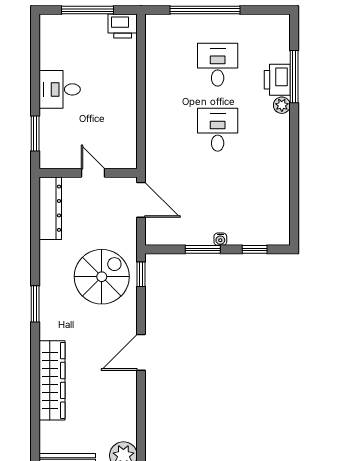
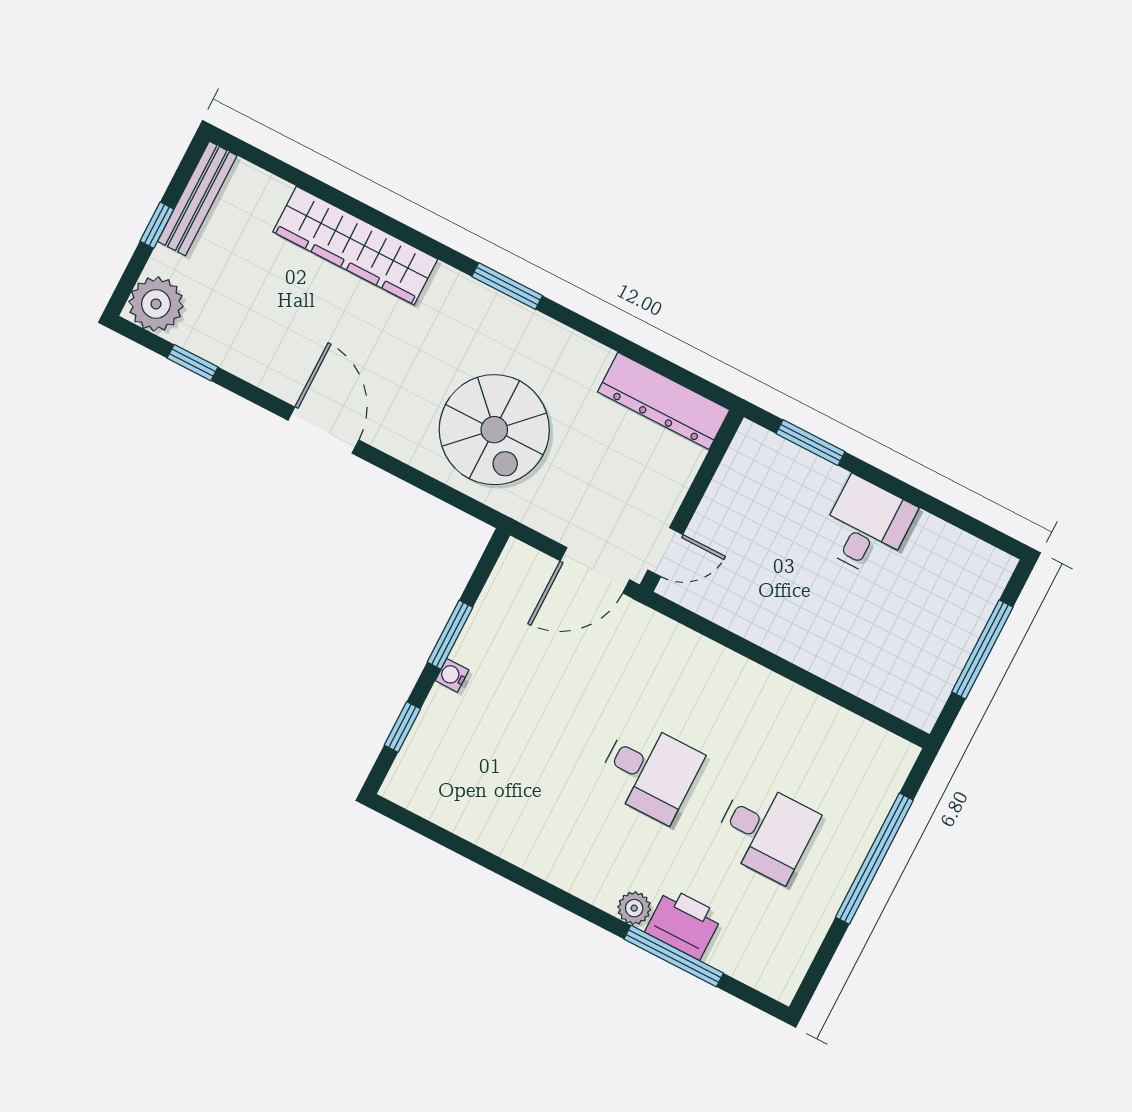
printer: (123, 26) -> (922, 697), removed
door: (93, 173) -> (665, 552), moved
window: (141, 274) -> (192, 363), moved

